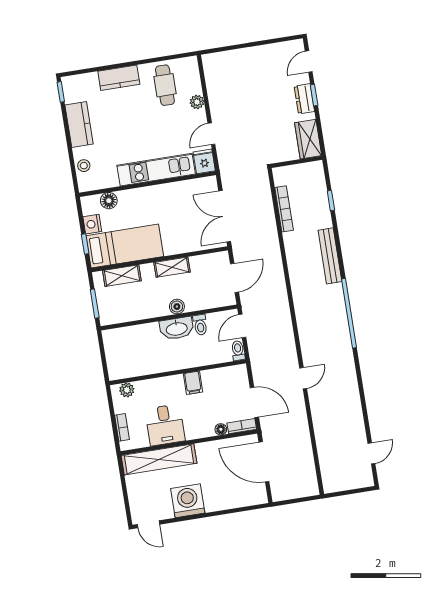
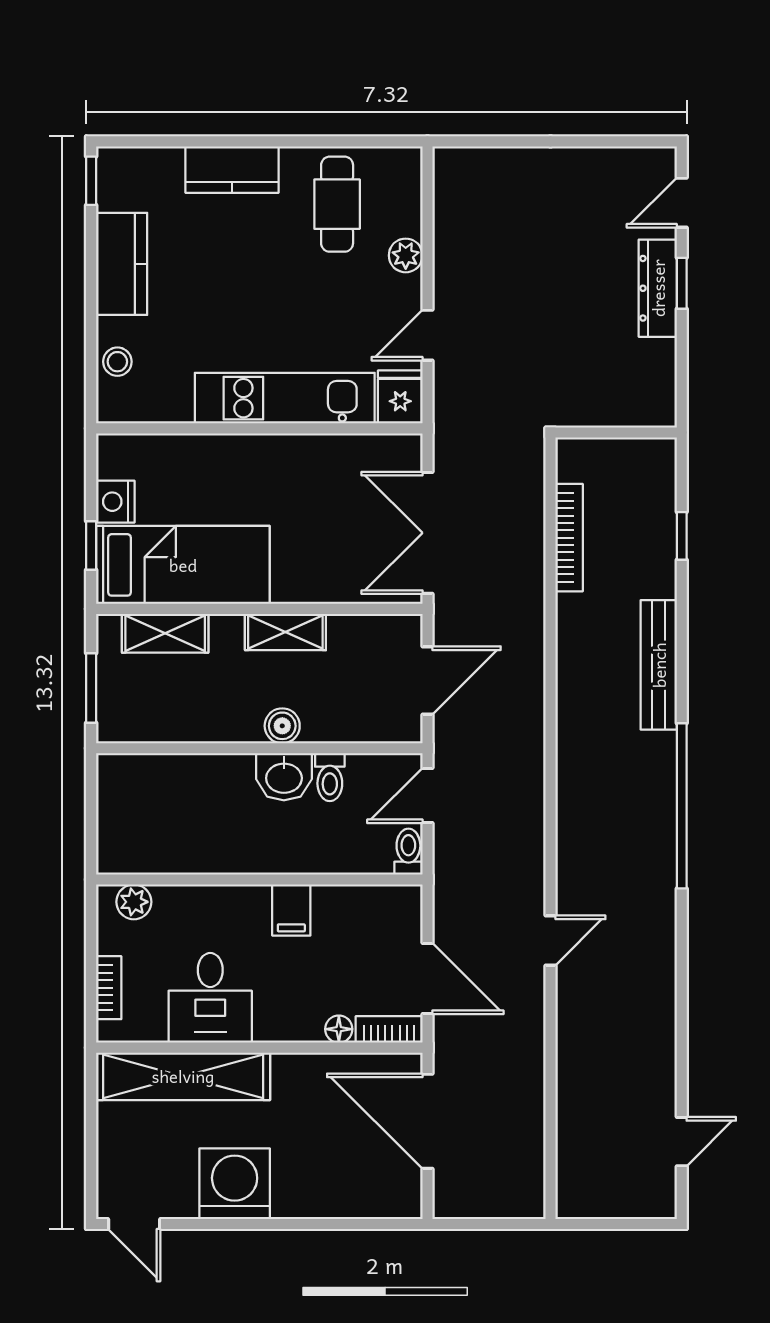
dresser: (304, 99) -> (658, 288), width x1.44
wardrobe: (308, 139) -> (651, 384), removed
floor lamp: (109, 201) -> (163, 453), removed
washbasin: (177, 328) -> (284, 777), width x0.72

